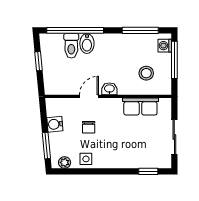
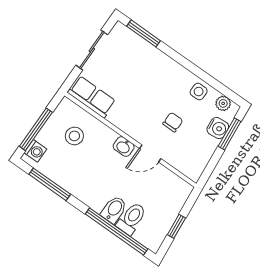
row of seats: (140, 107) -> (92, 97), moved
water cooler: (55, 124) -> (218, 128), moved
window: (148, 171) -> (144, 33), width x1.50

